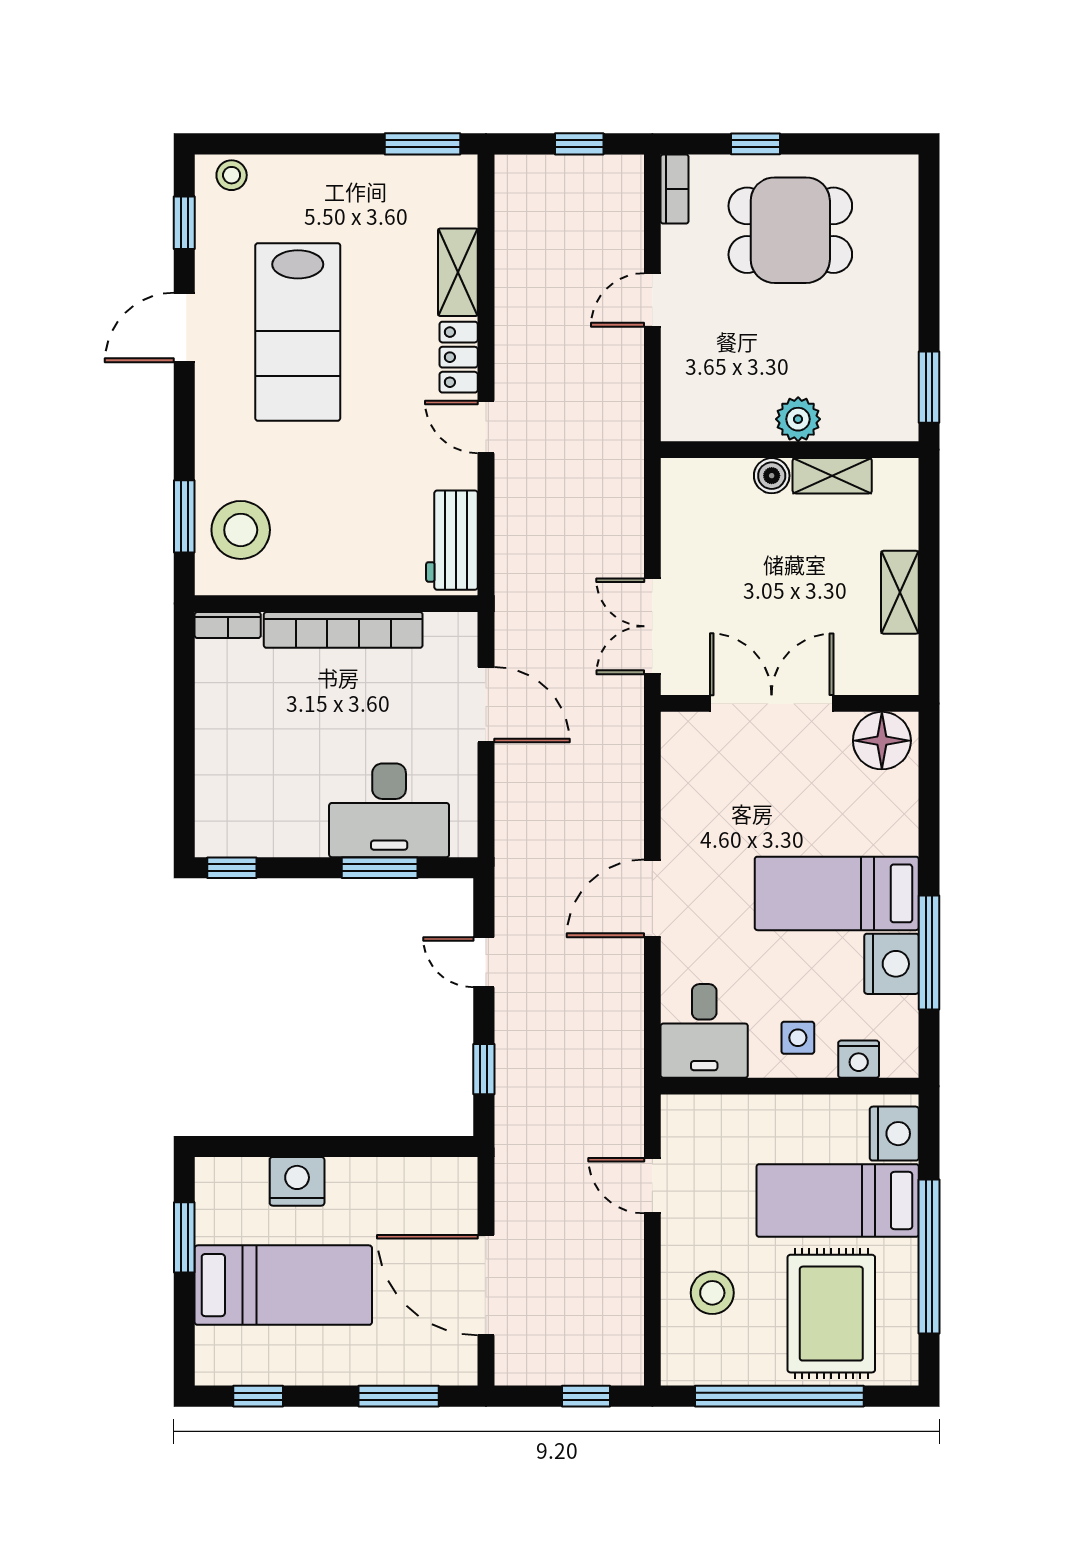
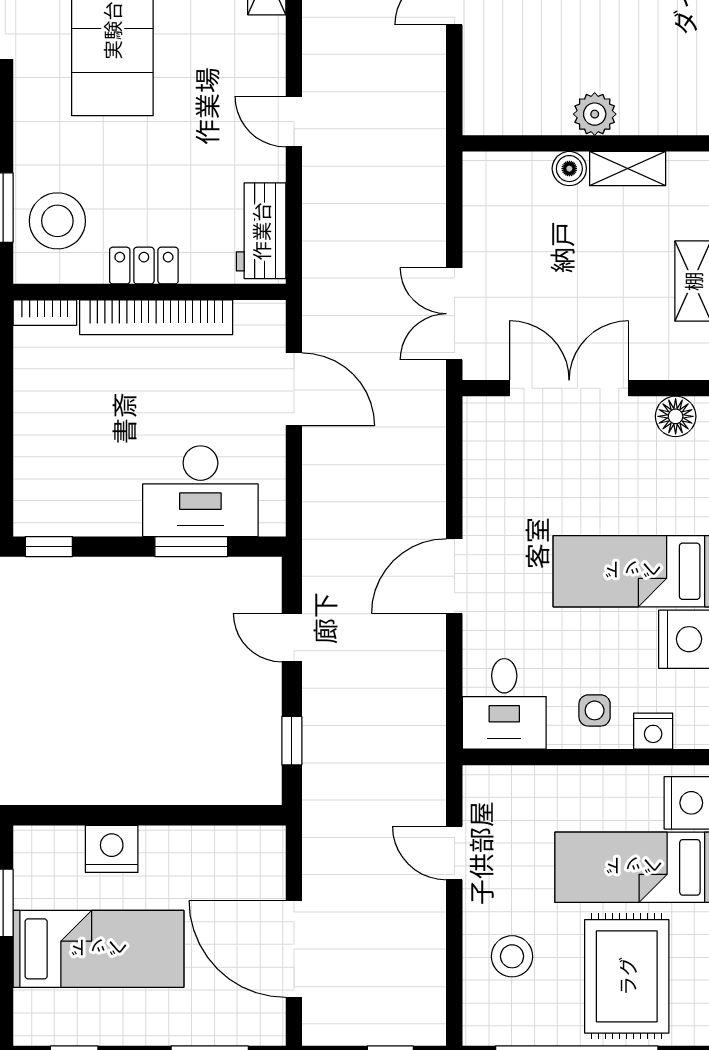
locker: (459, 357) -> (144, 266), moved, turned 90
floor lamp: (882, 741) -> (676, 416), width x0.73, depth x0.73

